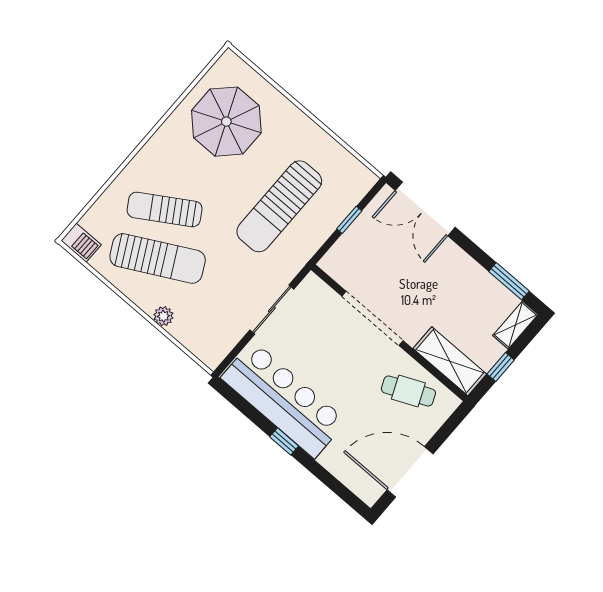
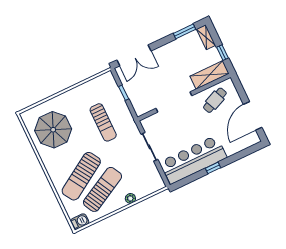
sun lounger: (279, 206) -> (103, 122), width x0.73, depth x0.75
sun lounger: (165, 209) -> (81, 176), width x1.36, depth x1.34

